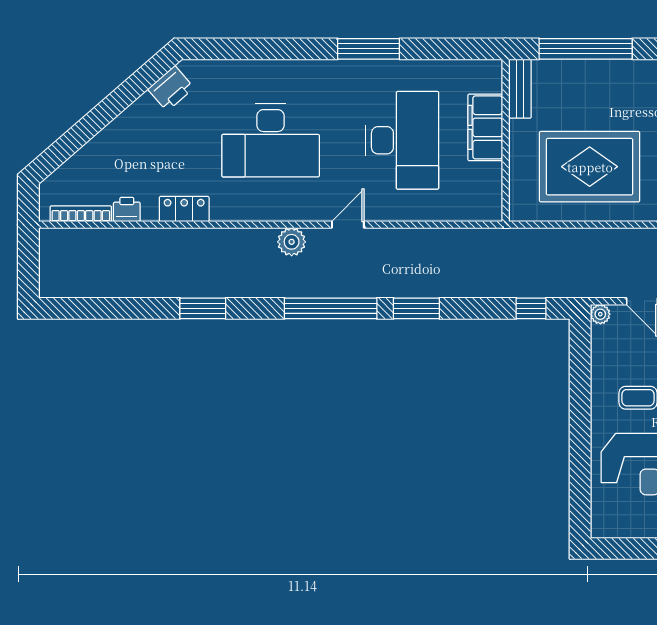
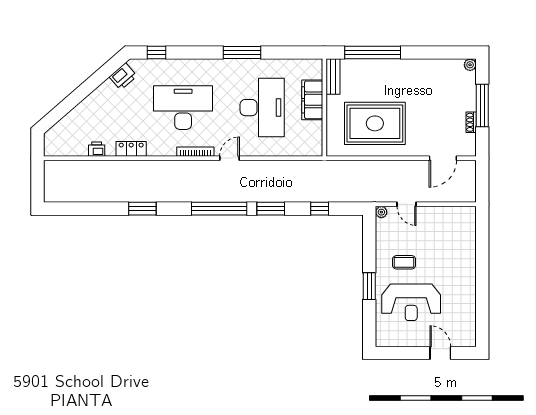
window: (226, 49) -> (156, 53), added
desk: (271, 140) -> (183, 108), turned 180
bookcase: (81, 214) -> (195, 152), moved
plant: (292, 242) -> (196, 169), removed
window: (531, 308) -> (320, 209), moved
window: (580, 437) -> (369, 286), added

